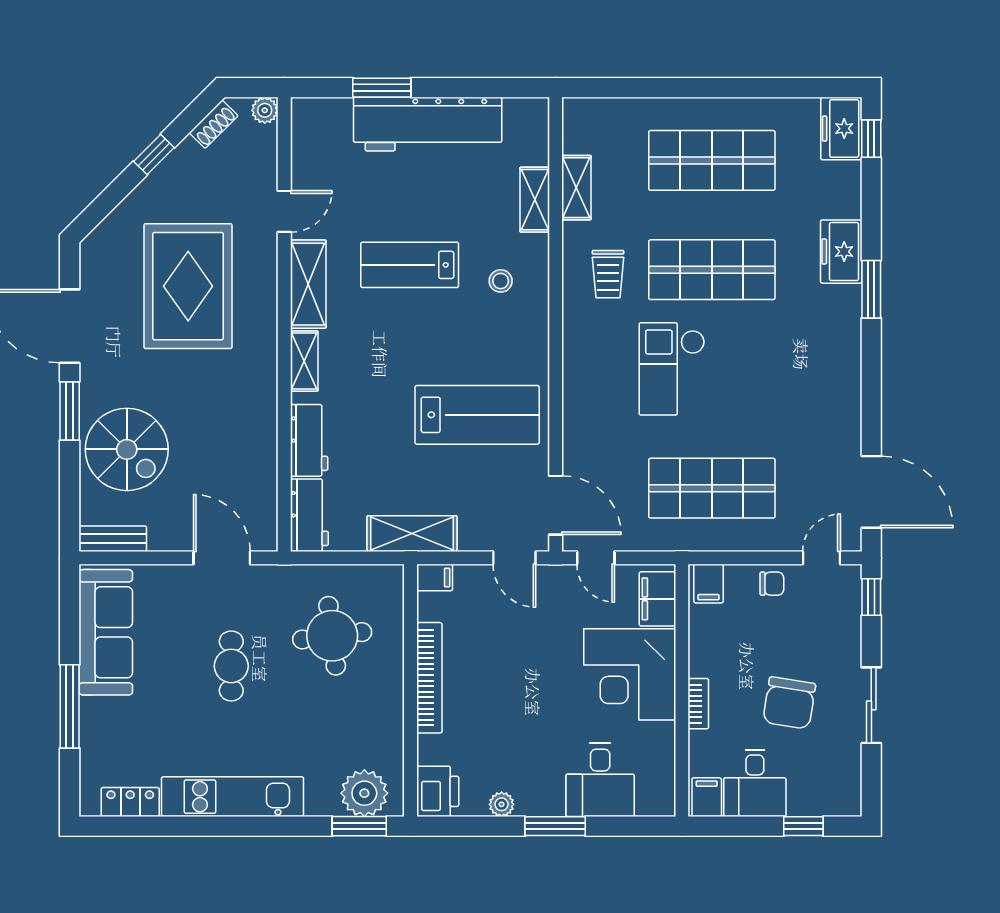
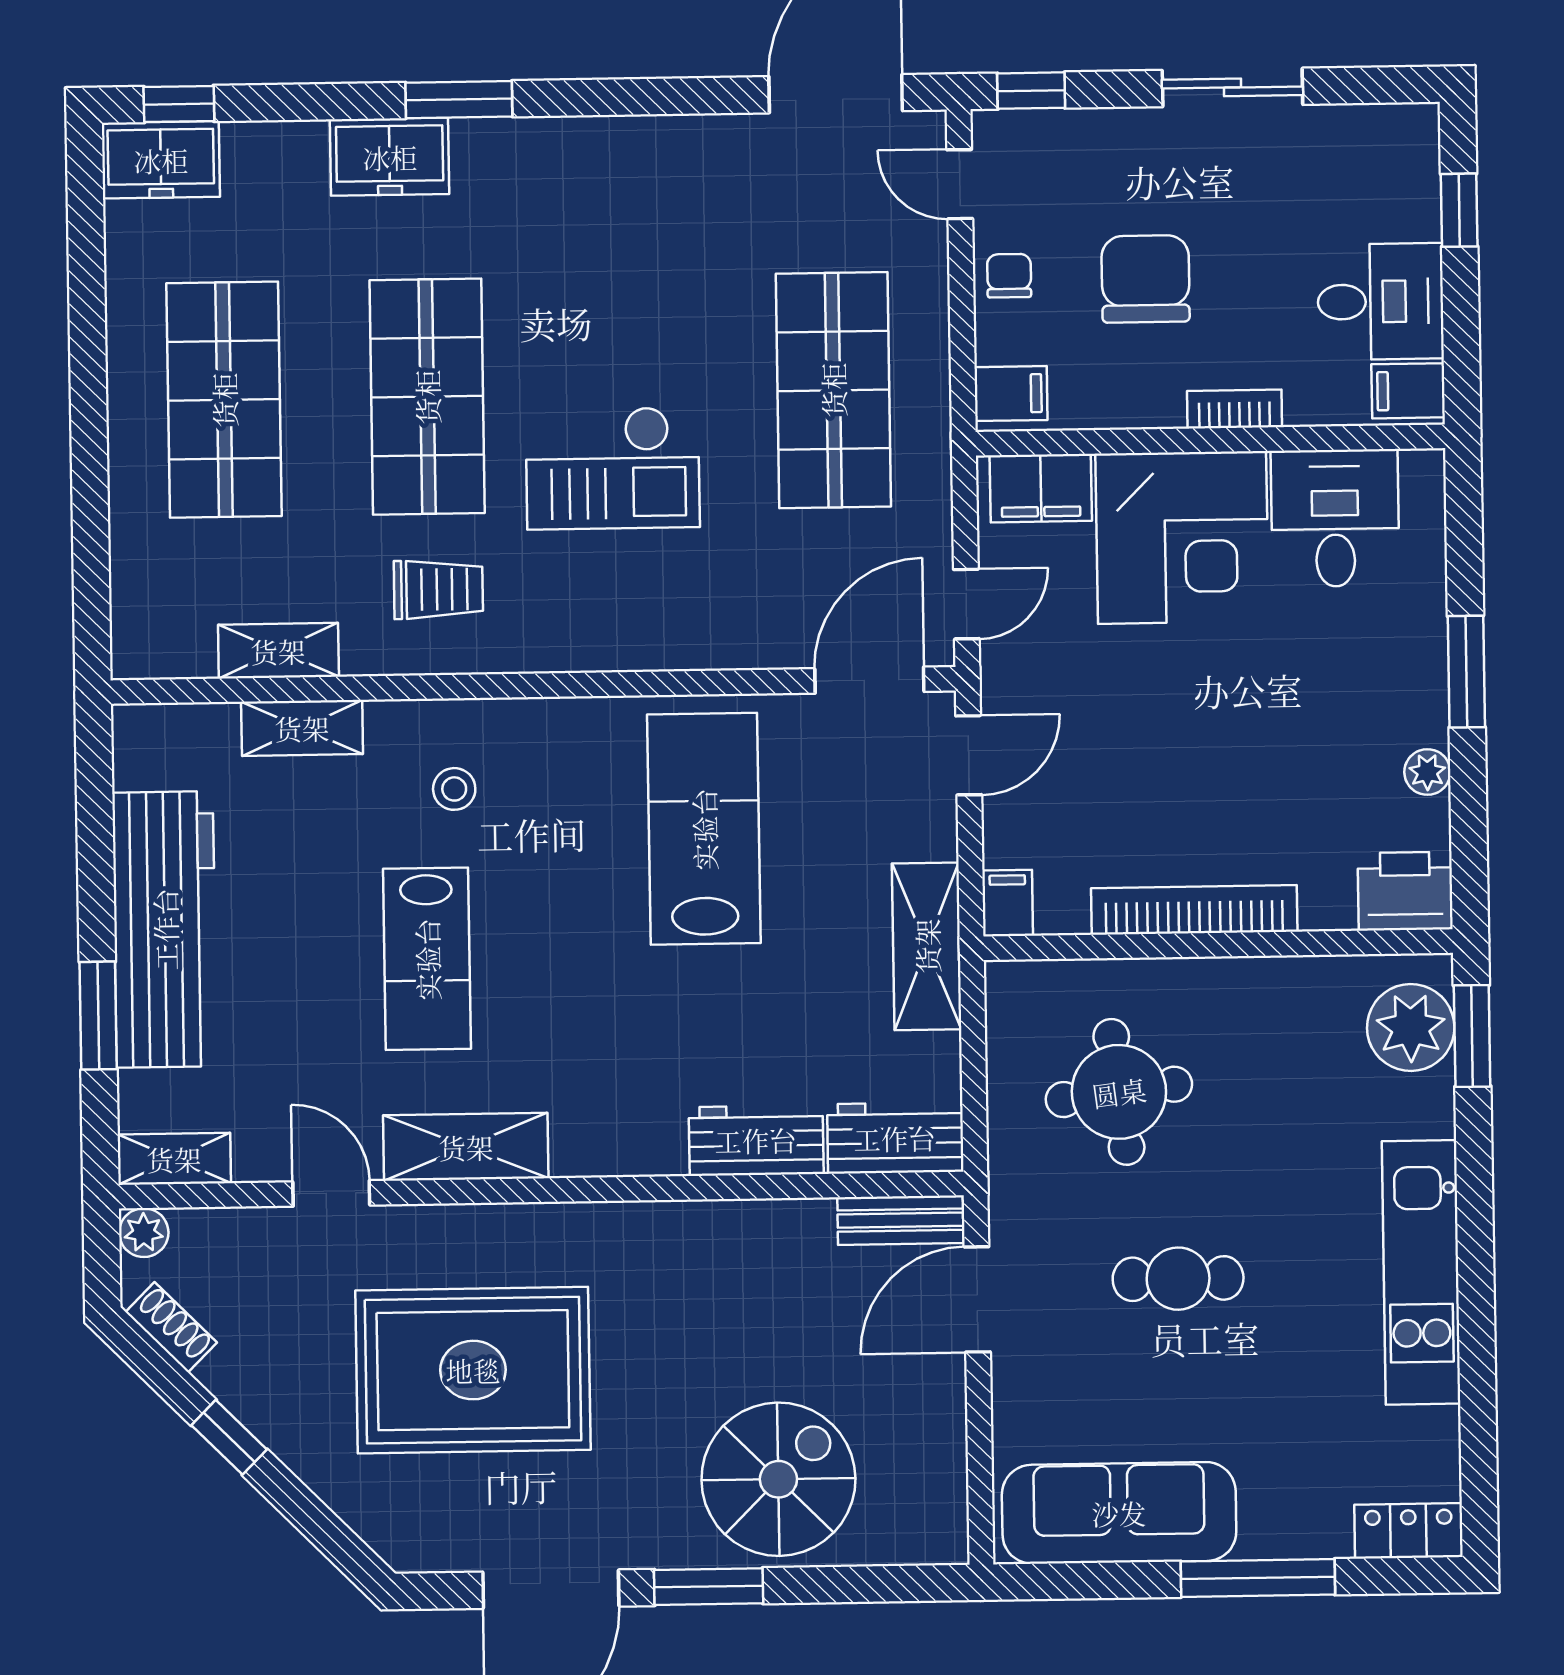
shelving: (304, 361) -> (174, 1159), moved
bench: (113, 539) -> (900, 1220), moved, turned 90
chair: (789, 703) -> (1146, 279), moved, turned -99
desk: (600, 780) -> (1335, 518), moved, turned -90
locker: (130, 802) -> (1408, 1531), moved, turned 90

